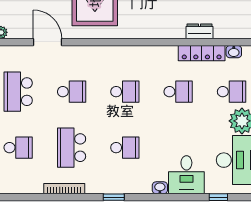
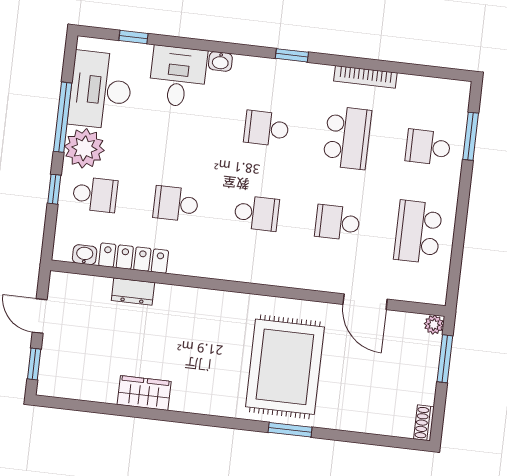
school desk: (18, 92) -> (418, 232), turned 180
school desk: (125, 92) -> (257, 213), turned 180
school desk: (231, 92) -> (95, 194), turned 180

